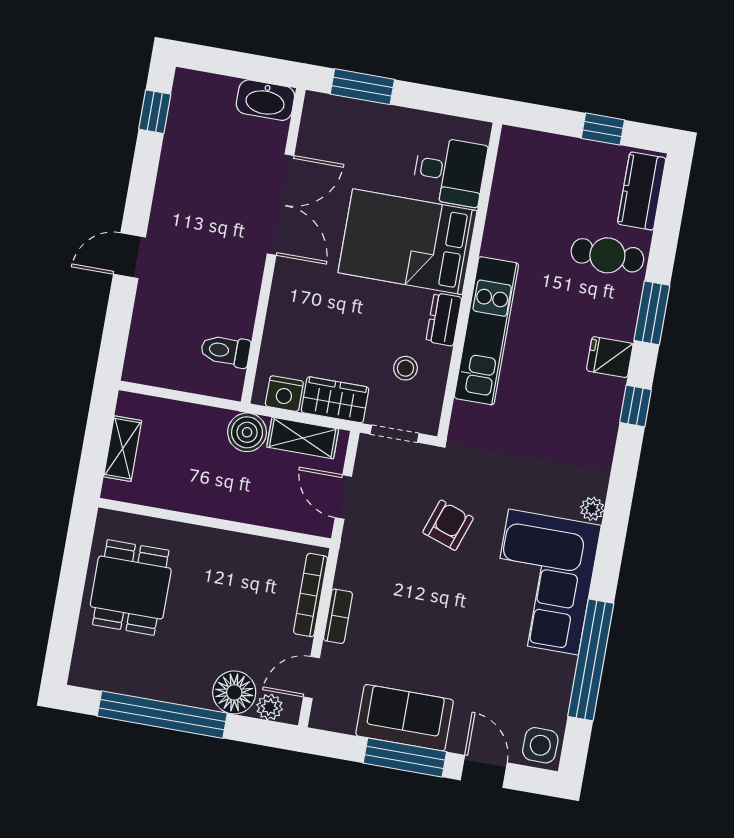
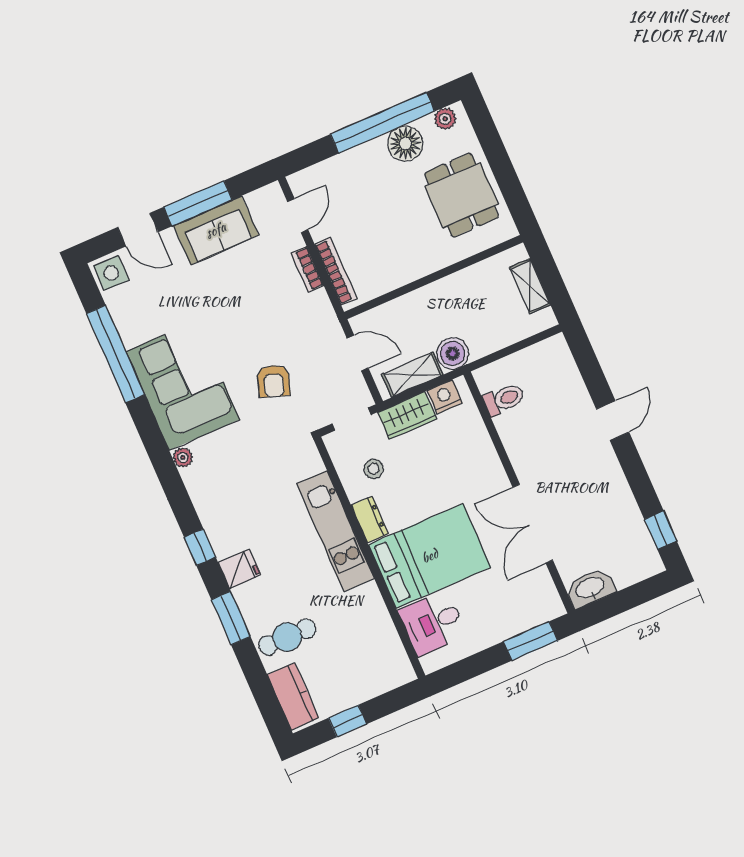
floor lamp: (234, 692) -> (405, 143), moved
plant: (270, 707) -> (445, 119), moved

